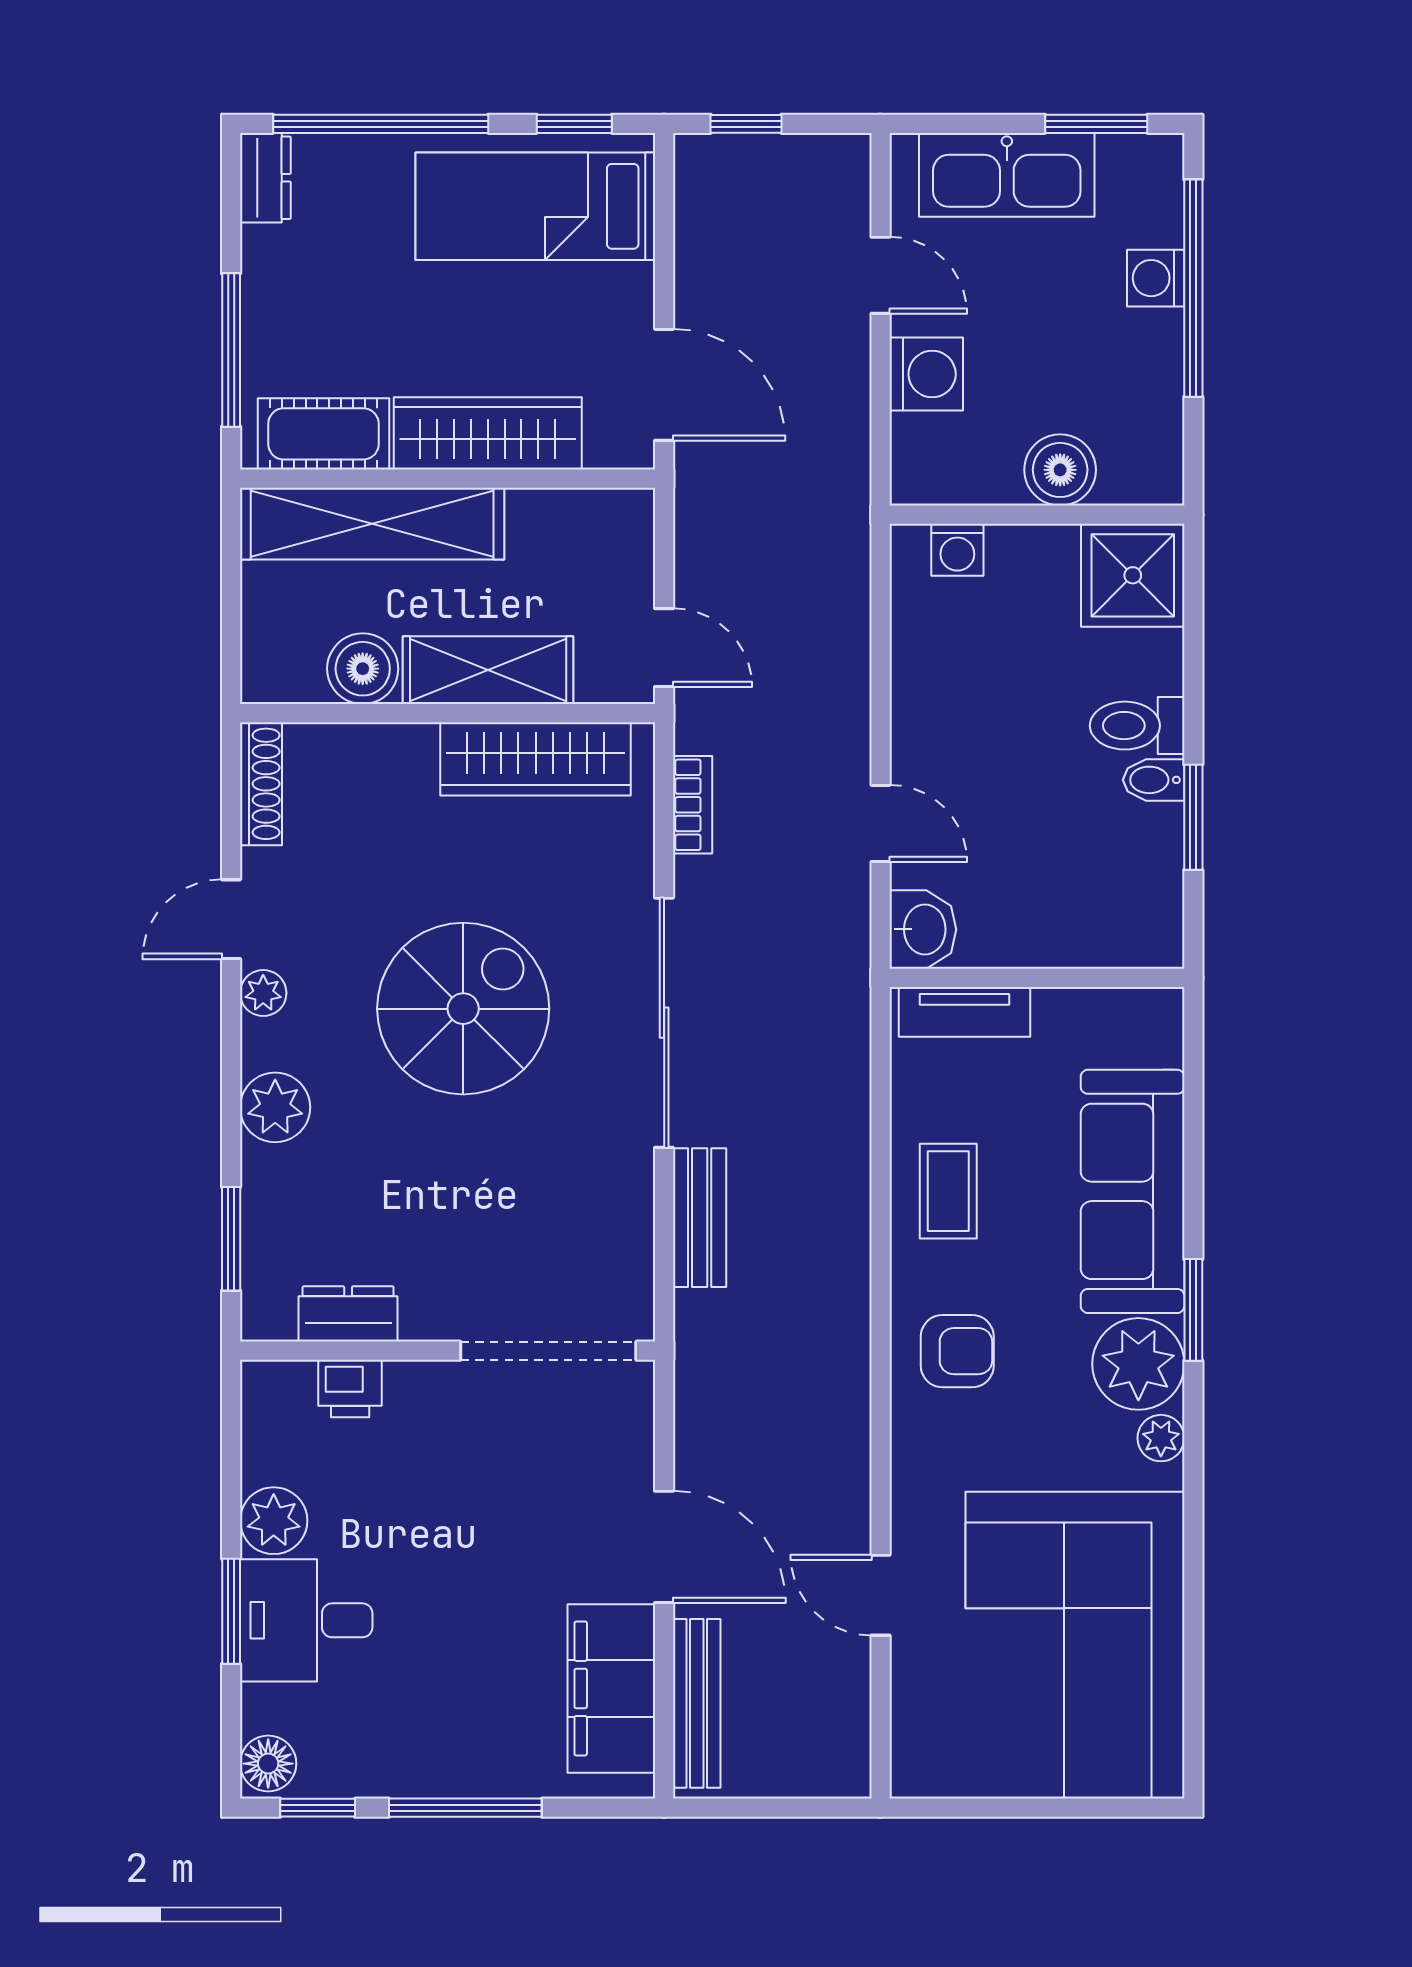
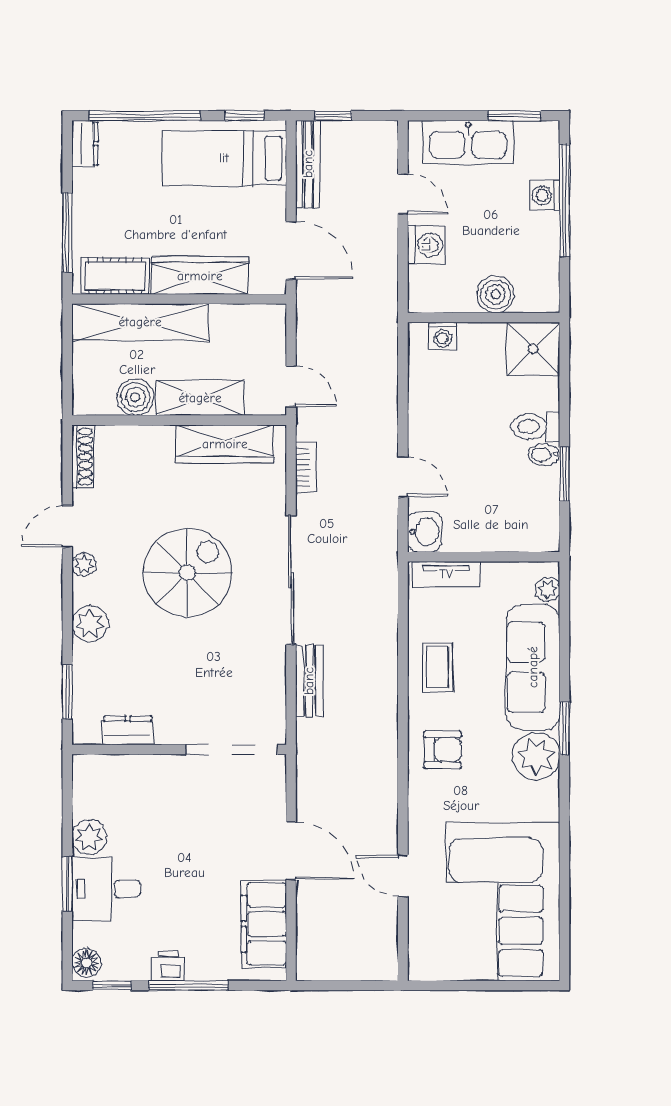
printer: (350, 1388) -> (168, 966), moved, turned 180
plant: (1161, 1438) -> (548, 590), moved
bench: (697, 1703) -> (308, 164), moved

